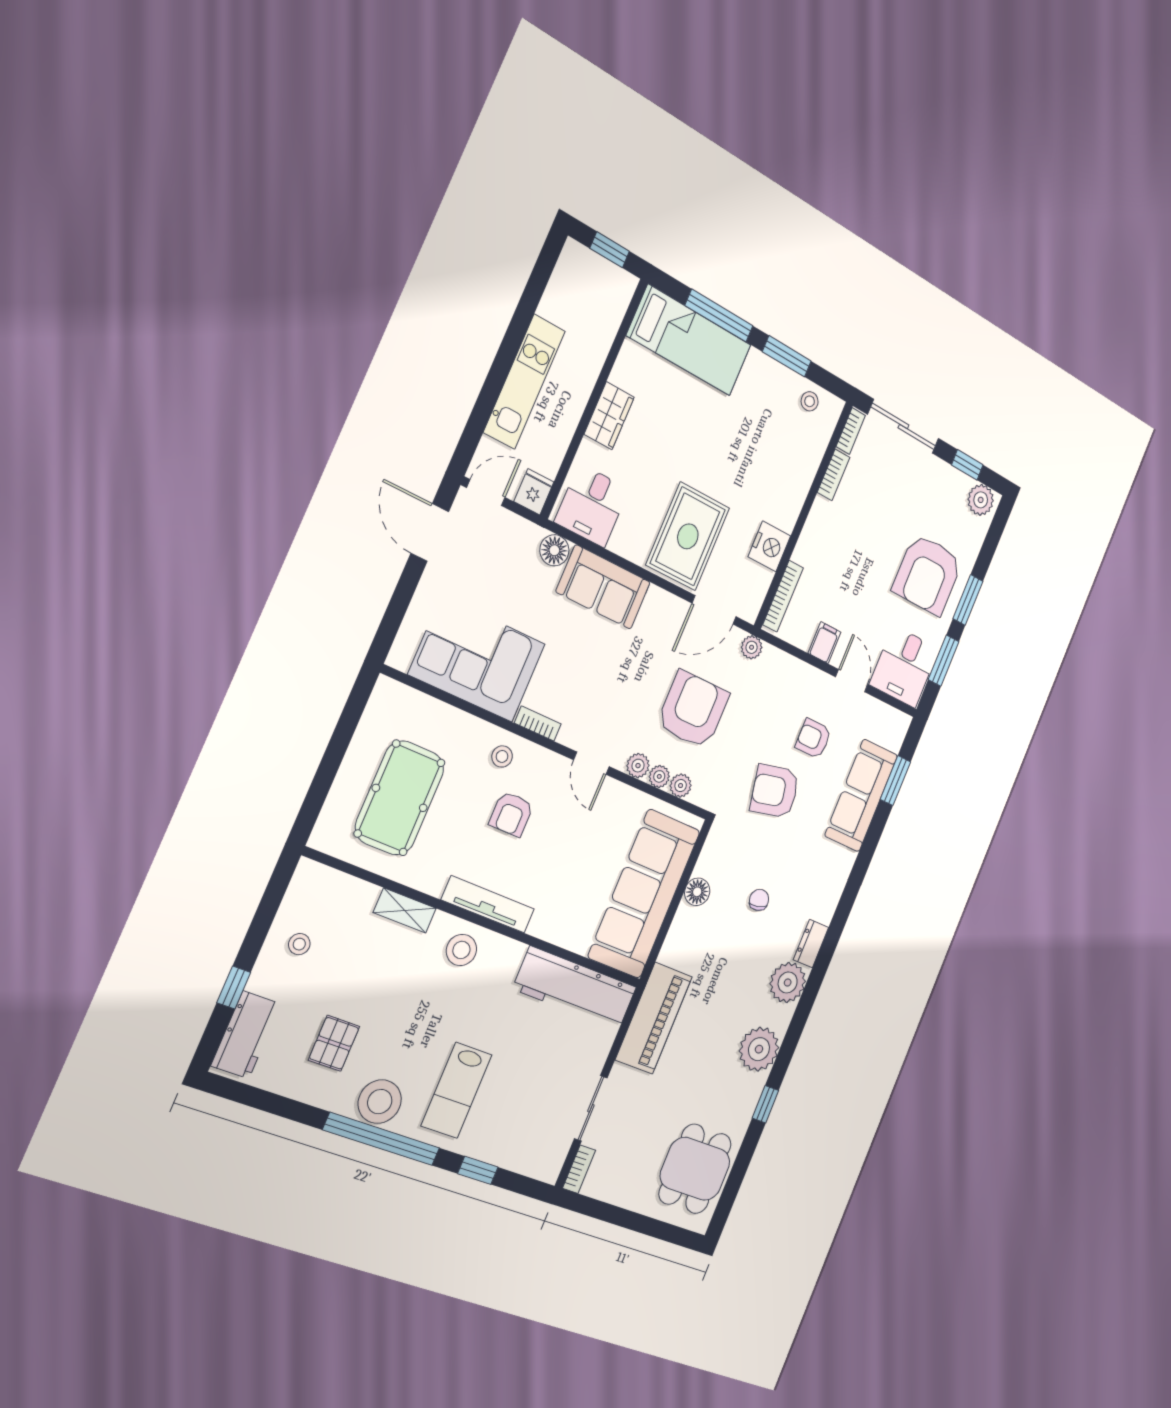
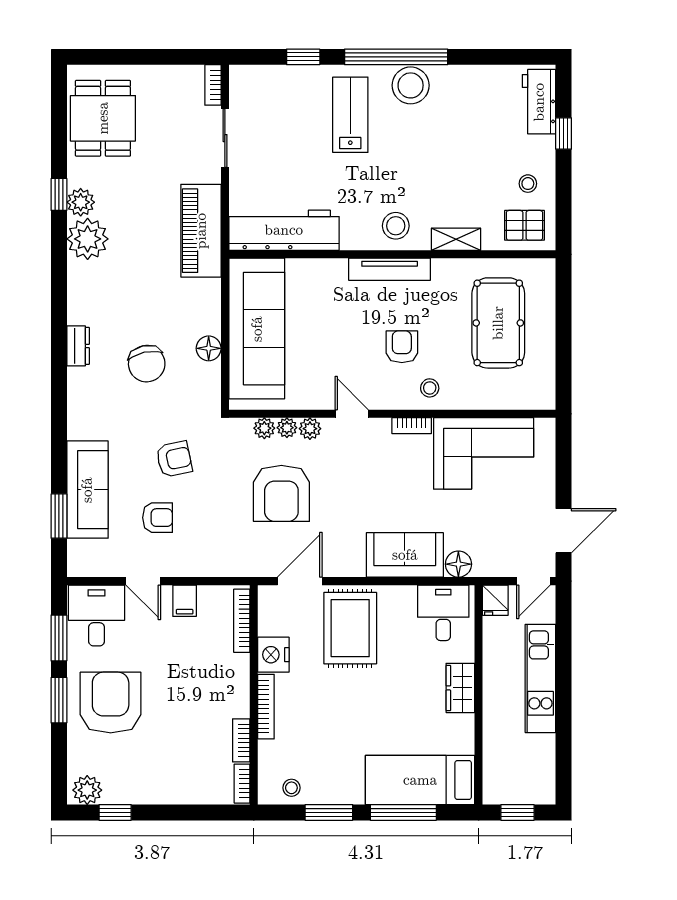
sliding door: (903, 426) -> (194, 812), removed
bookcase: (798, 497) -> (266, 707), added
door: (430, 532) -> (564, 531), hinge flipped
plant: (752, 647) -> (251, 567), removed
armchair: (775, 791) -> (174, 459), width x0.72, depth x0.72
chair: (759, 900) -> (147, 364), width x1.87, depth x1.87
plant: (788, 982) -> (81, 202), moved, width x0.73, depth x0.73
pallet: (334, 1043) -> (524, 225), moved, turned 90

